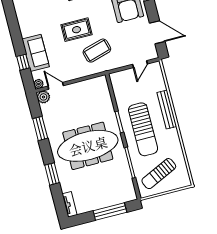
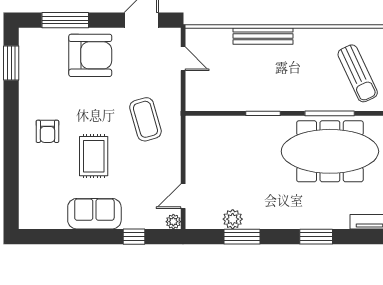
rug: (77, 30) -> (94, 156), moved
sofa: (36, 53) -> (94, 214), moved
plant: (43, 97) -> (233, 219), moved
sun lounger: (143, 129) -> (284, 80), removed
meeting table: (88, 146) -> (330, 151), moved, turned 90

